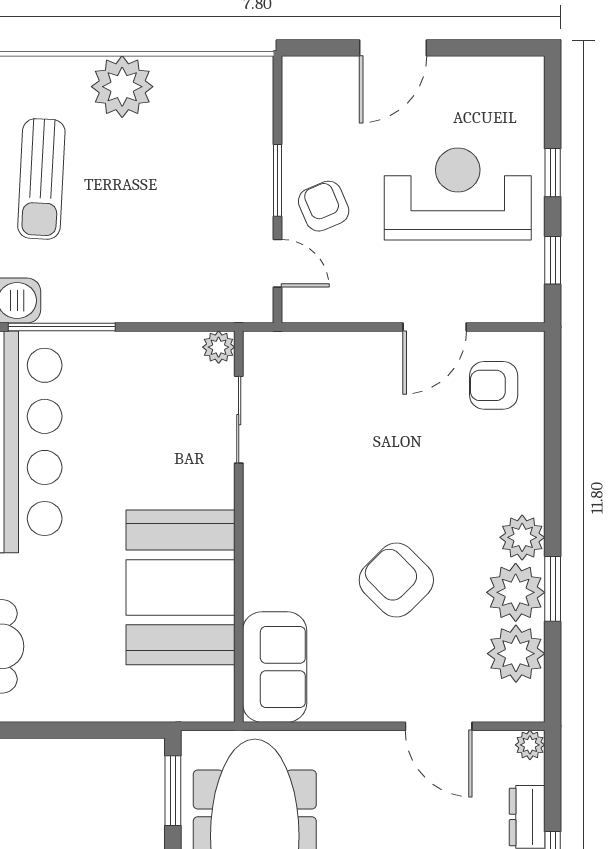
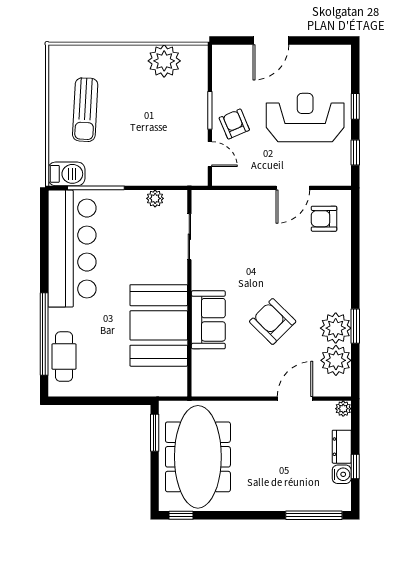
plant: (122, 87) -> (164, 61), moved
plant: (219, 347) -> (155, 198), moved
plant: (522, 537) -> (339, 299), removed
sofa: (275, 667) -> (208, 320), moved
door: (439, 726) -> (295, 399), swing flipped

